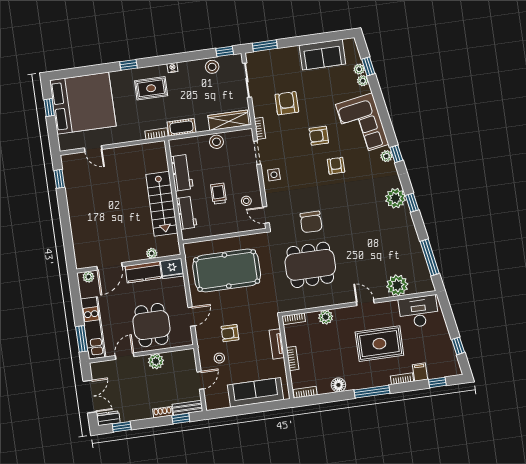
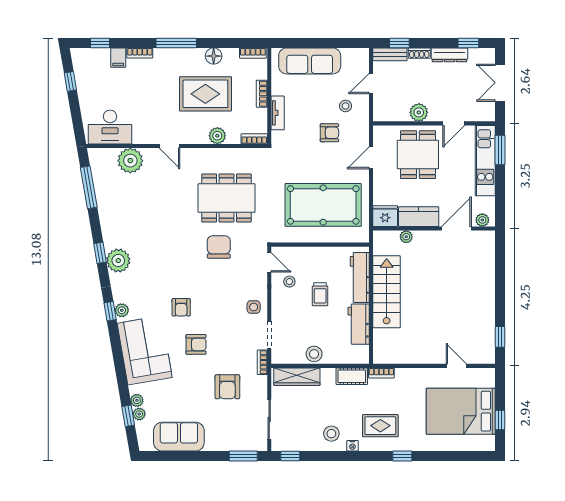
stool: (212, 67) -> (331, 434), moved
bed: (83, 103) -> (461, 411), width x0.73
workbench: (187, 213) -> (360, 277), width x1.38
rug: (379, 344) -> (205, 94), moved
dresser: (109, 418) -> (449, 55), moved, width x1.44

